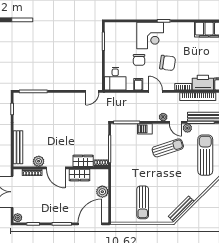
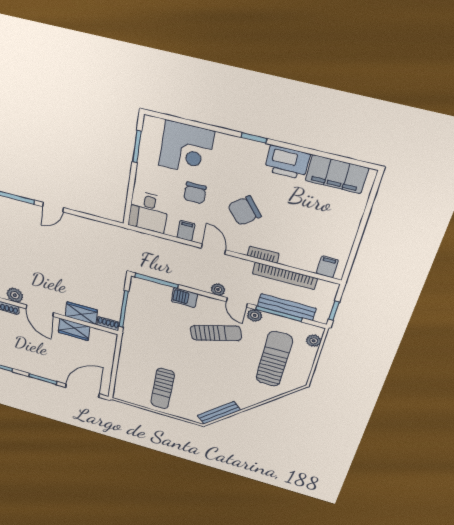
corner desk: (150, 35) -> (186, 148), moved
chair: (168, 63) -> (244, 211), turned 132
printer: (203, 83) -> (287, 162), moved, turned 180
door: (92, 91) -> (53, 207), moved
plant: (102, 192) -> (105, 359), removed

